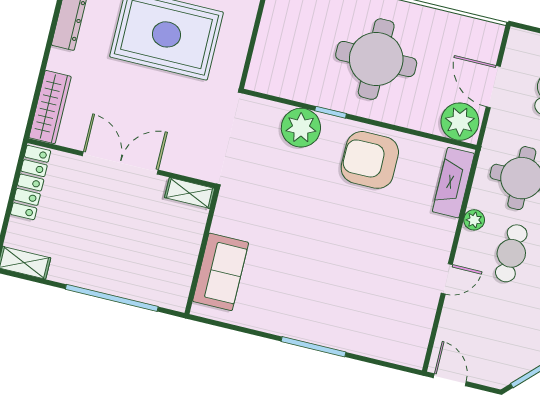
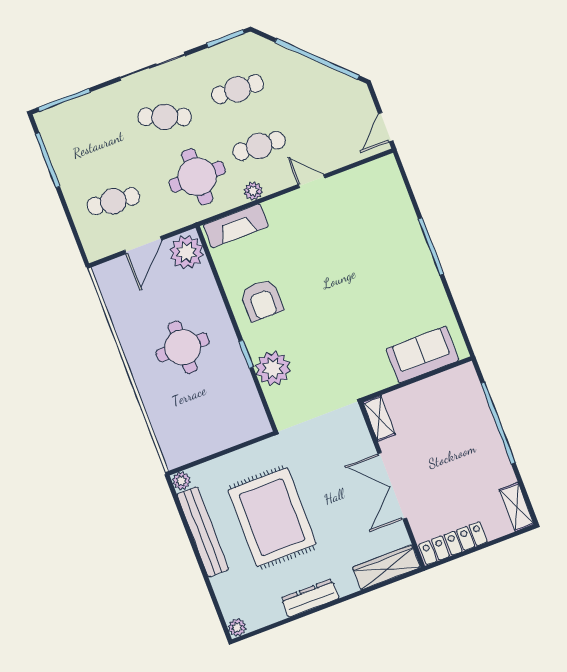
round table: (376, 59) -> (183, 347), width x0.73, depth x0.73
armchair: (370, 160) -> (262, 300), width x0.73, depth x0.73

